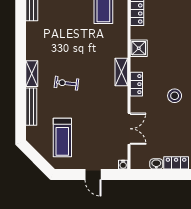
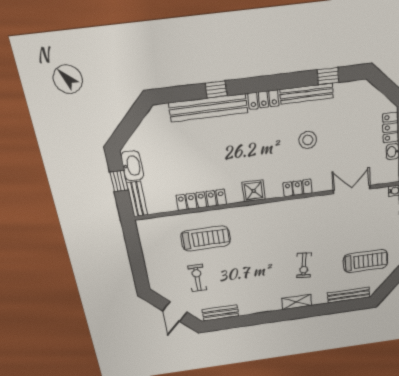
shelving: (121, 72) -> (285, 207), removed
bench: (31, 107) -> (349, 295), moved

